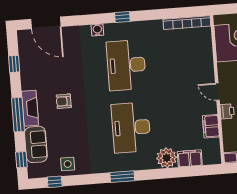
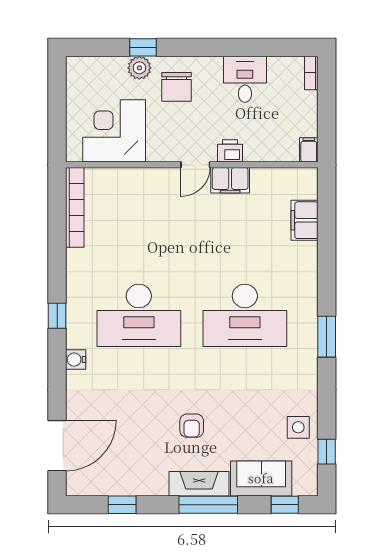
filing cabinet: (211, 126) -> (230, 180), moved
plant: (167, 158) -> (301, 259), removed

